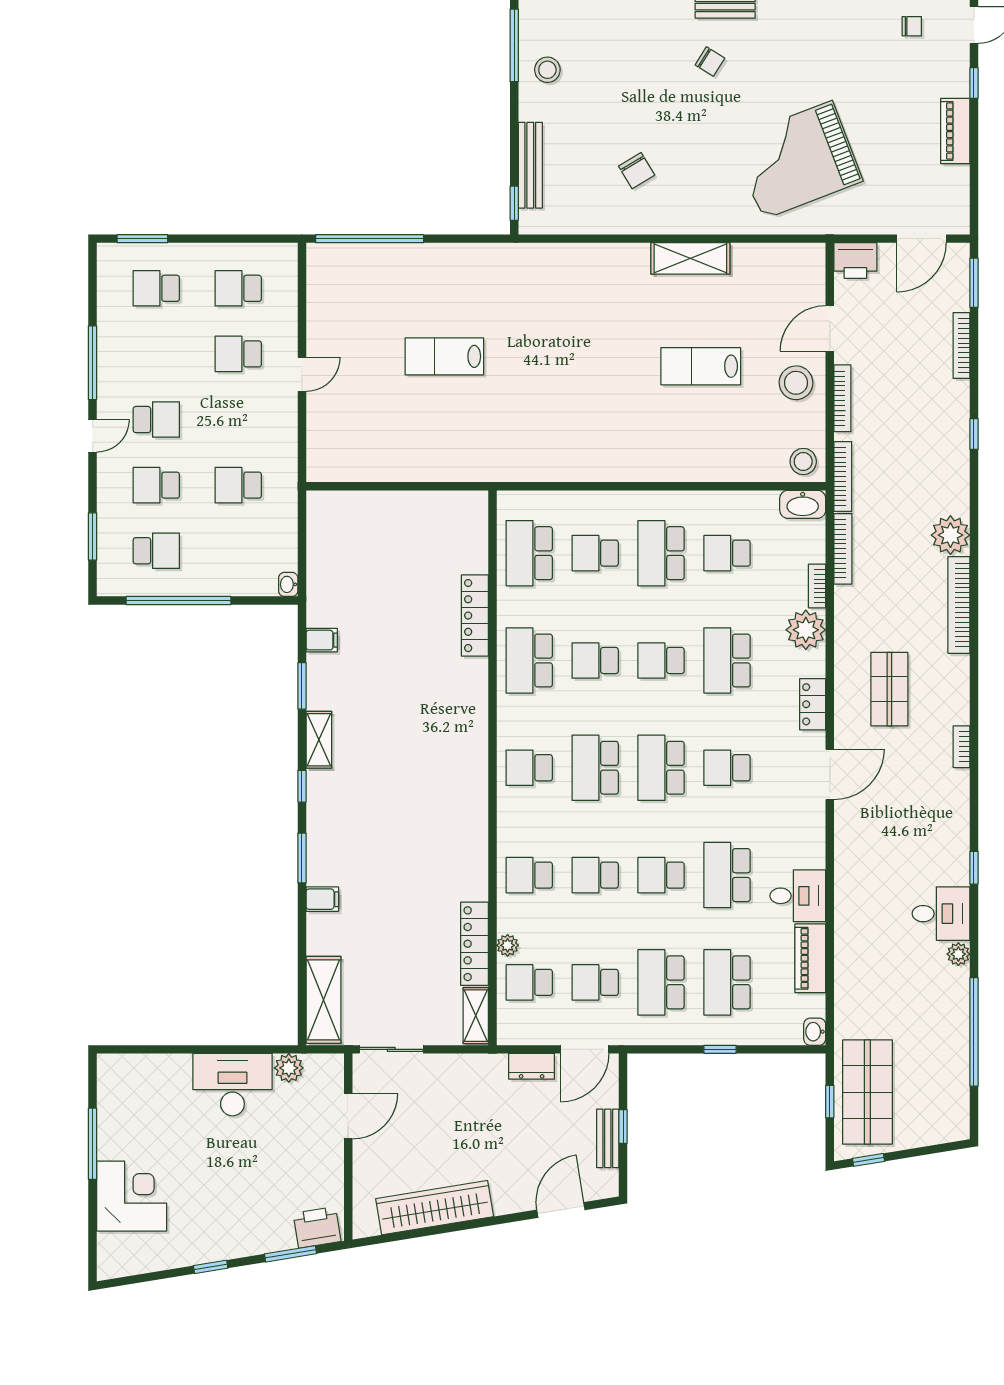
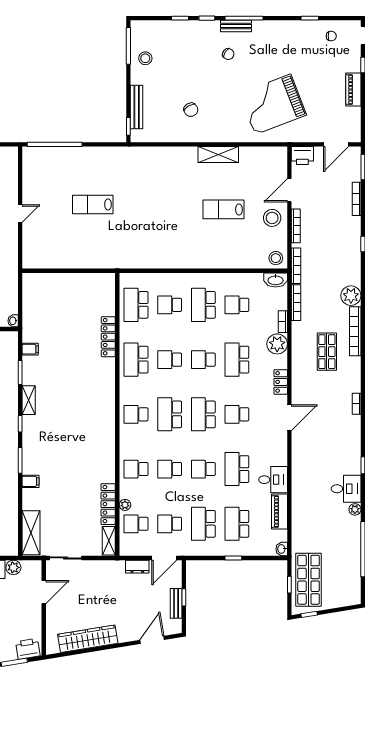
shop shelf: (889, 689) -> (327, 352), moved

